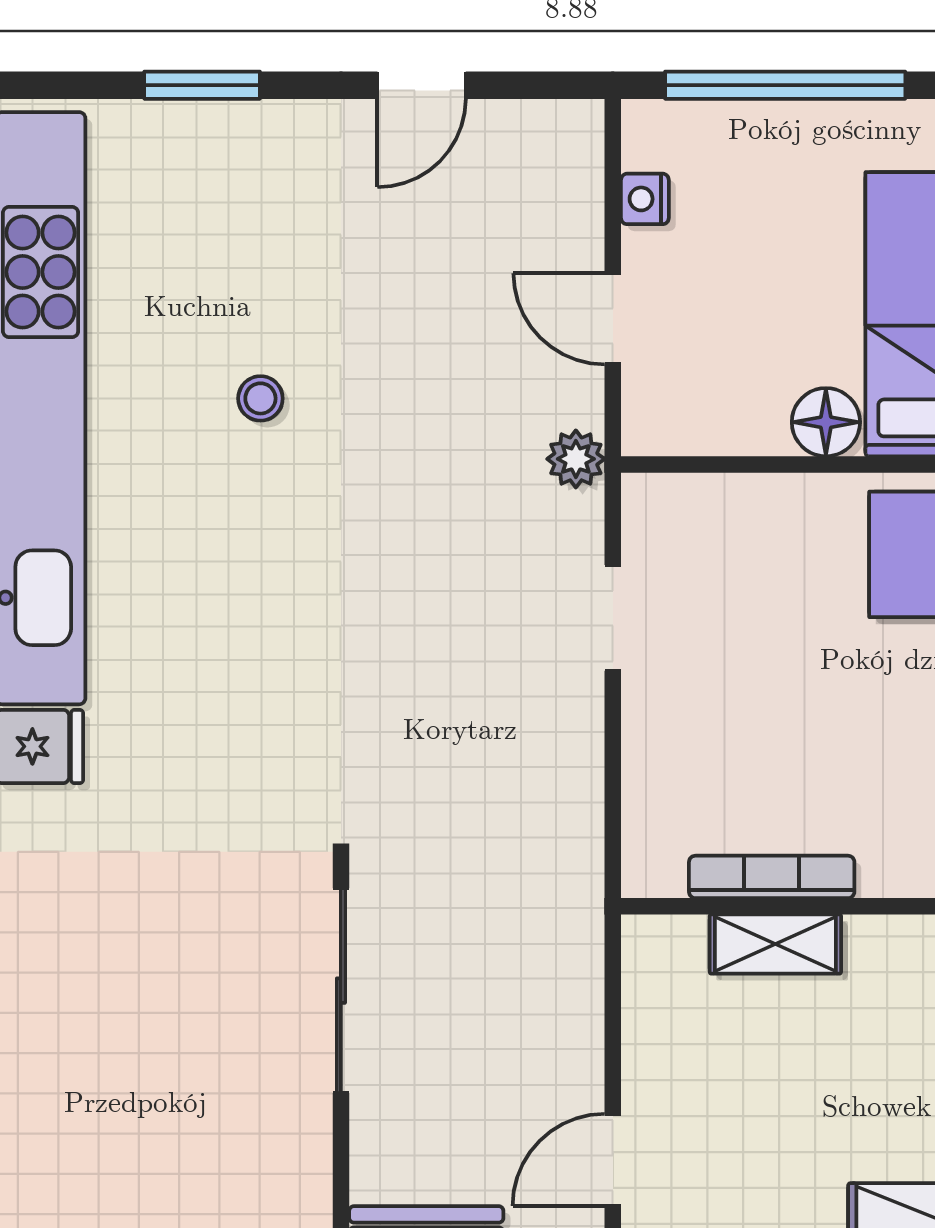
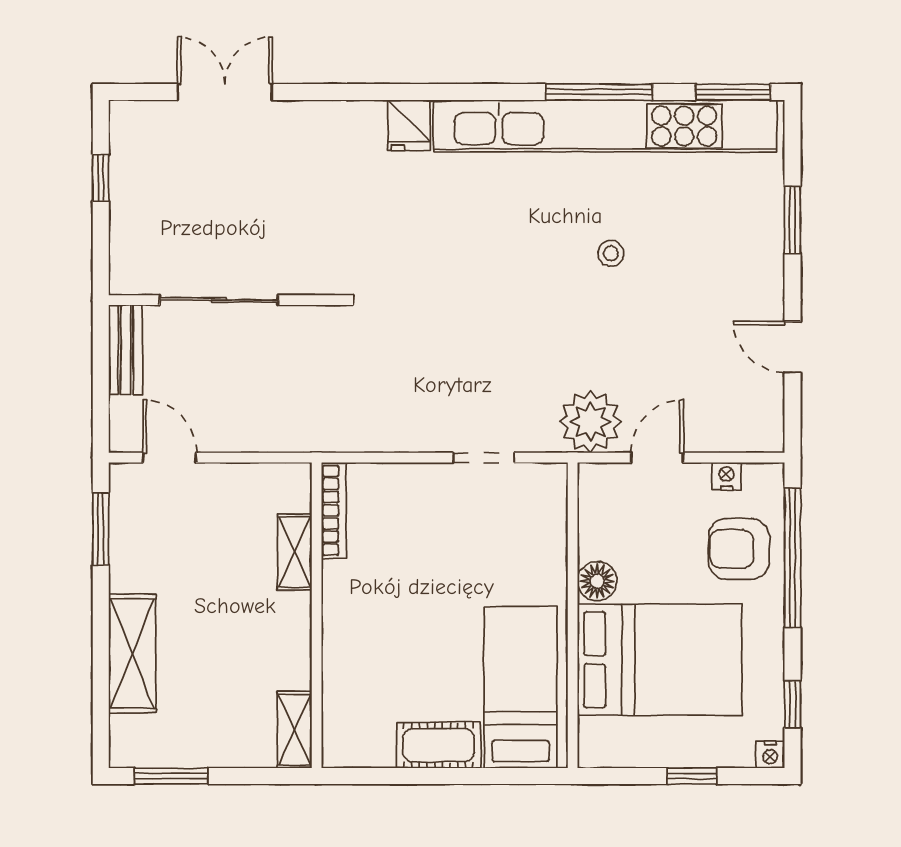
armchair: (770, 178) -> (739, 549), added
plant: (576, 459) -> (590, 422), width x1.88, depth x1.88
bookcase: (772, 877) -> (334, 510), moved
sliding door: (341, 991) -> (219, 300), moved

